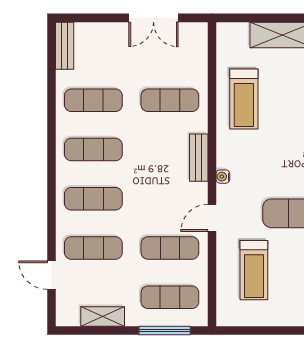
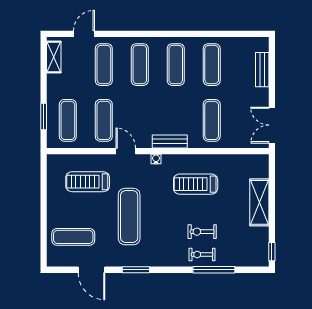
double door: (153, 18) -> (272, 125), moved
bench: (65, 46) -> (262, 70), moved, turned 90
treadmill: (244, 99) -> (196, 184), moved
shelving: (103, 316) -> (54, 57), moved
window: (165, 330) -> (44, 117), width x0.69

